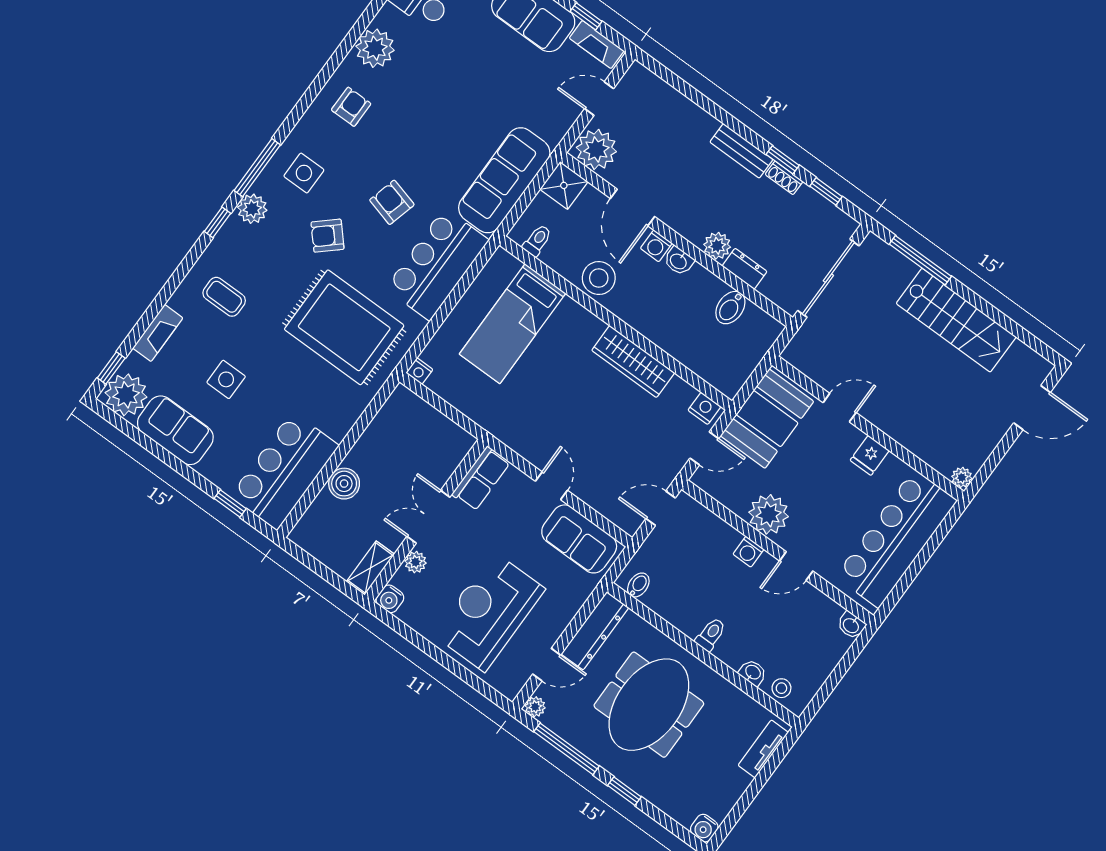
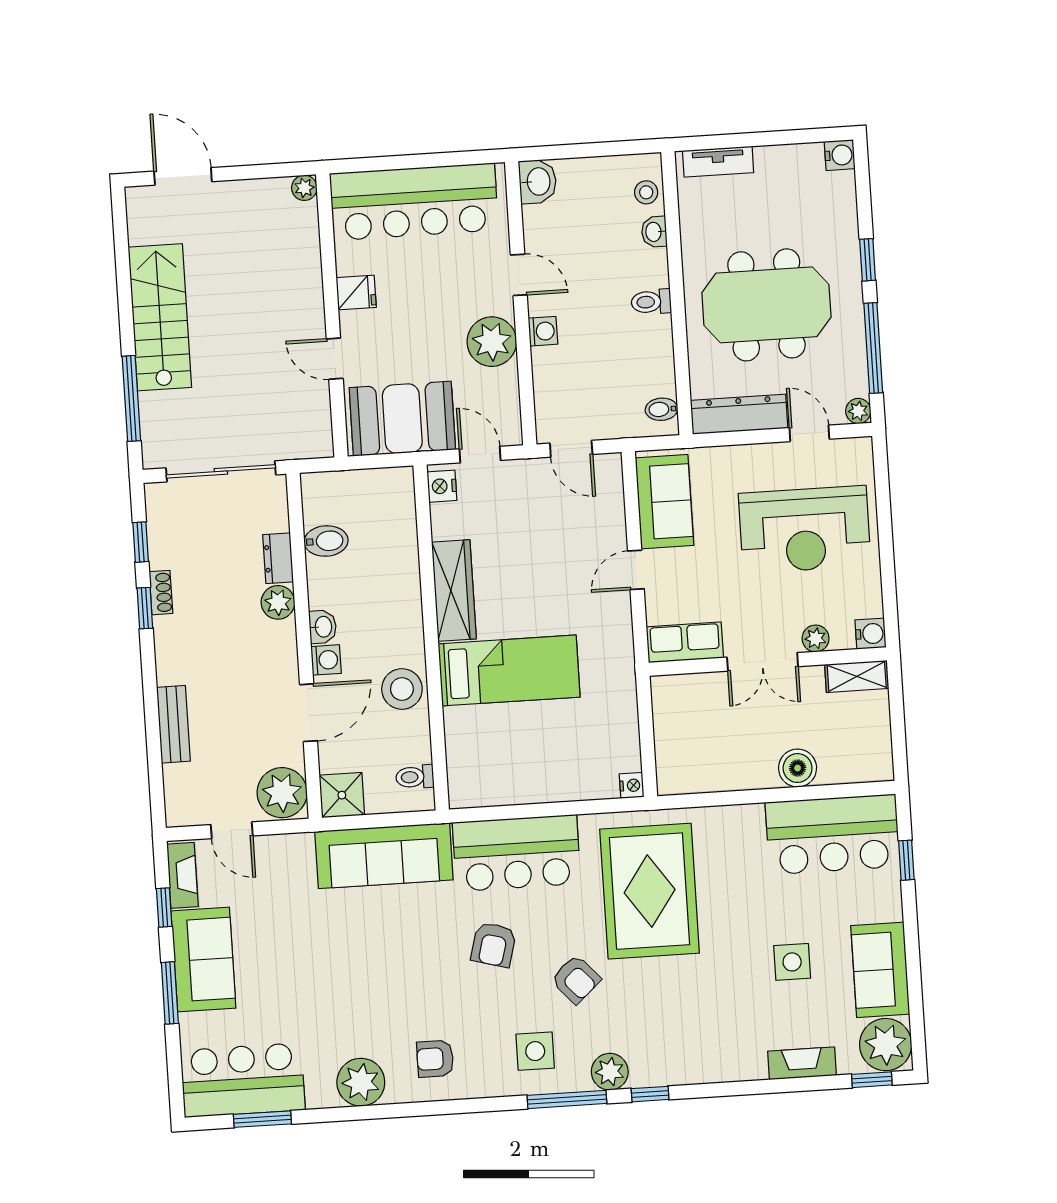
bench: (741, 151) -> (173, 724), moved
coffee table: (224, 297) -> (715, 1029), removed
bed: (512, 324) -> (509, 670), moved
washbasin: (851, 625) -> (538, 182), width x1.38, depth x1.45

